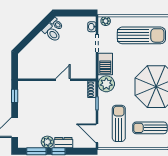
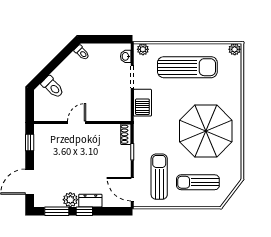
toilet: (52, 33) -> (53, 87), moved
door: (63, 80) -> (77, 123), moved
plant: (106, 84) -> (144, 127), removed

